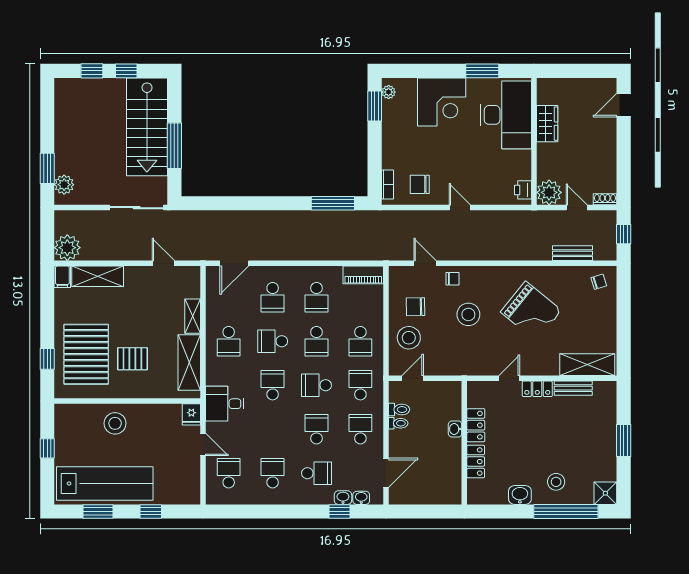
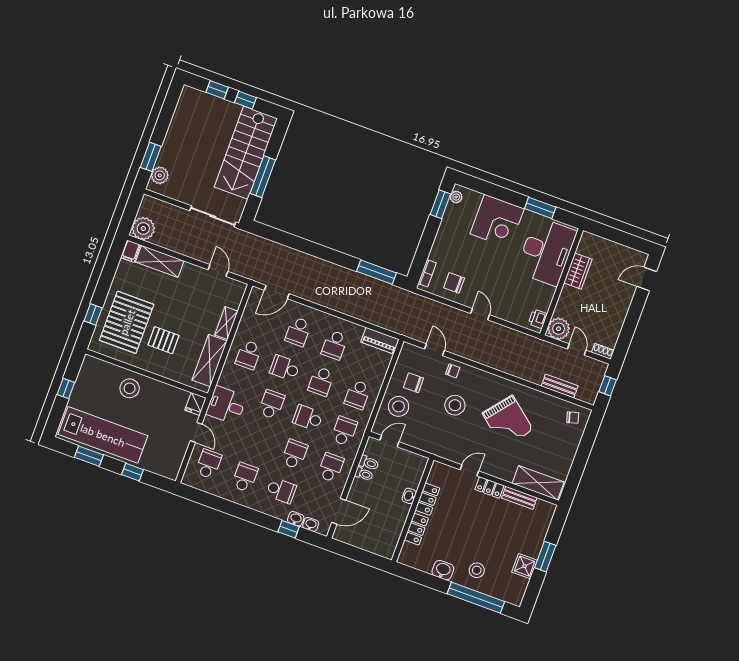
shower: (605, 493) -> (525, 566), moved

